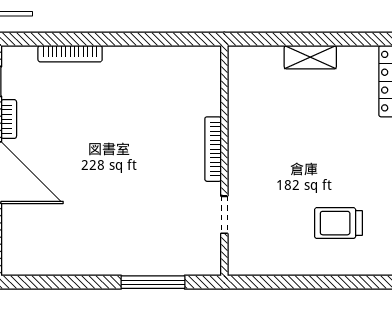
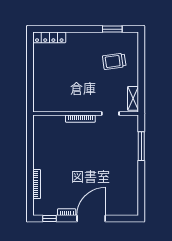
shelving: (310, 57) -> (133, 98), moved
trolley: (338, 223) -> (114, 61), turned 82

